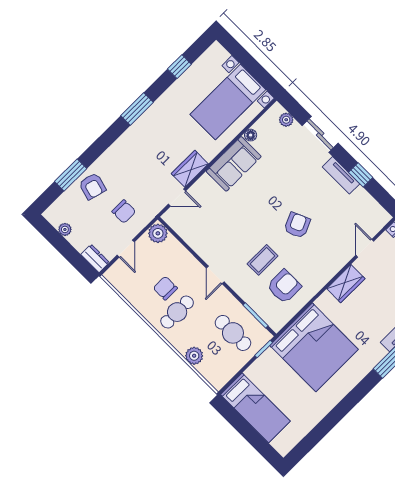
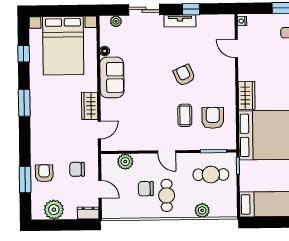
bed with nightstands: (228, 102) -> (63, 46), width x1.36
armchair: (92, 186) -> (44, 173), turned -105
chair: (124, 212) -> (77, 169), turned 180
plant: (65, 229) -> (54, 210), width x1.88, depth x1.88
plant: (158, 233) -> (125, 162), moved
wardrobe: (346, 284) -> (247, 95), moved

